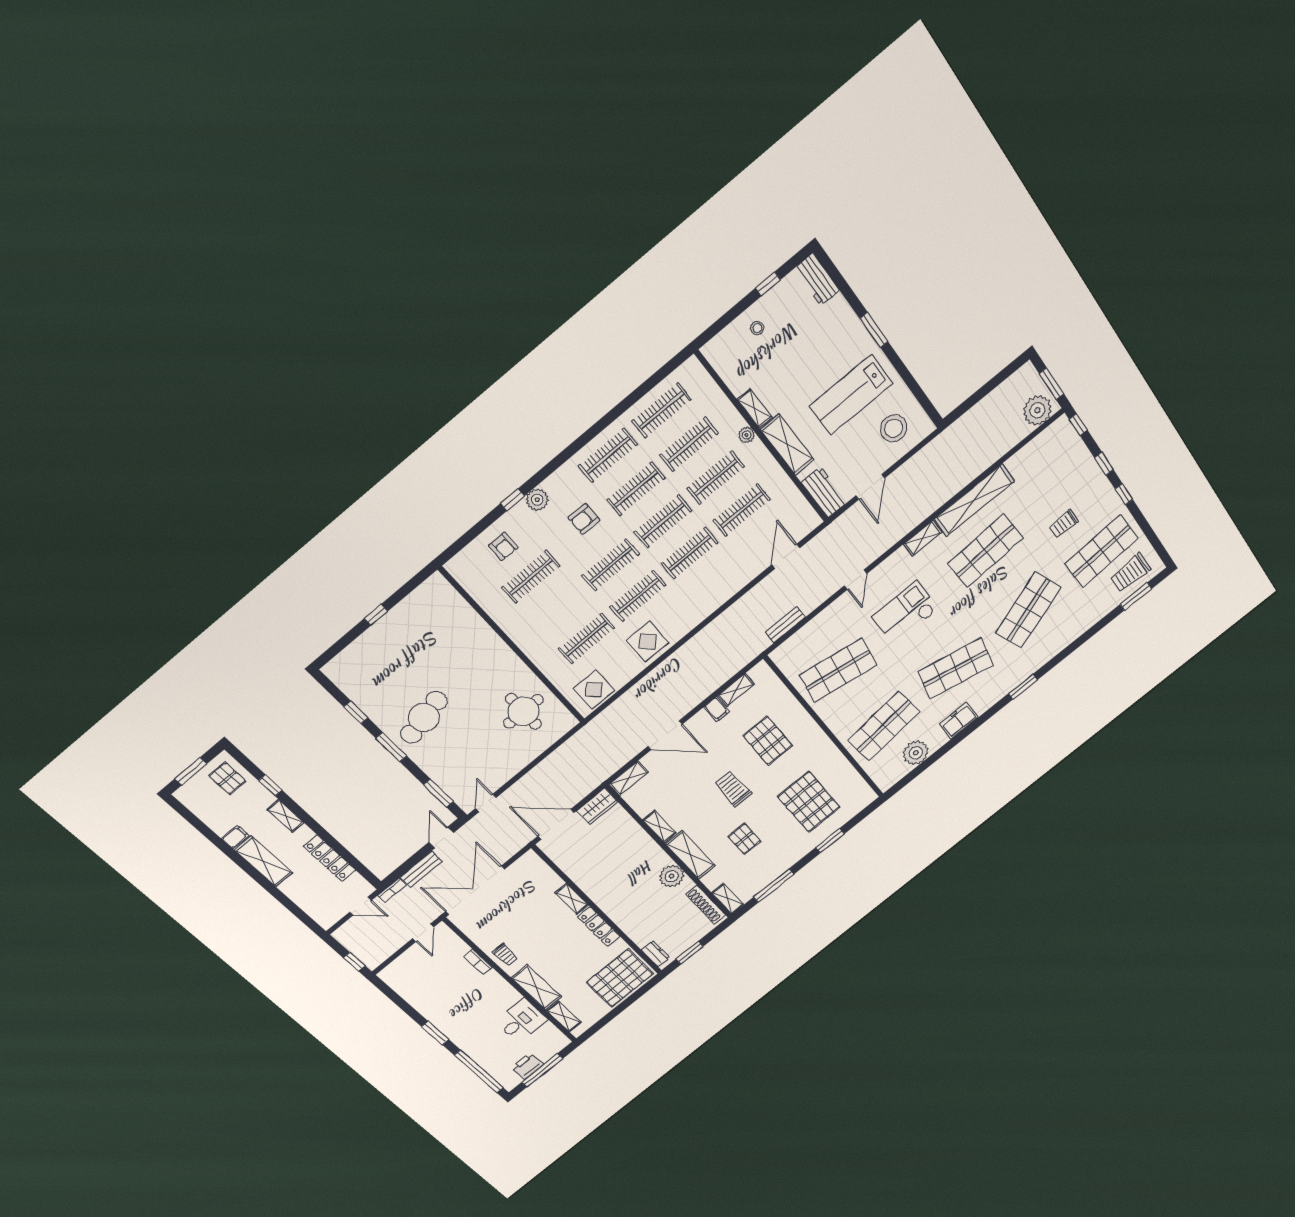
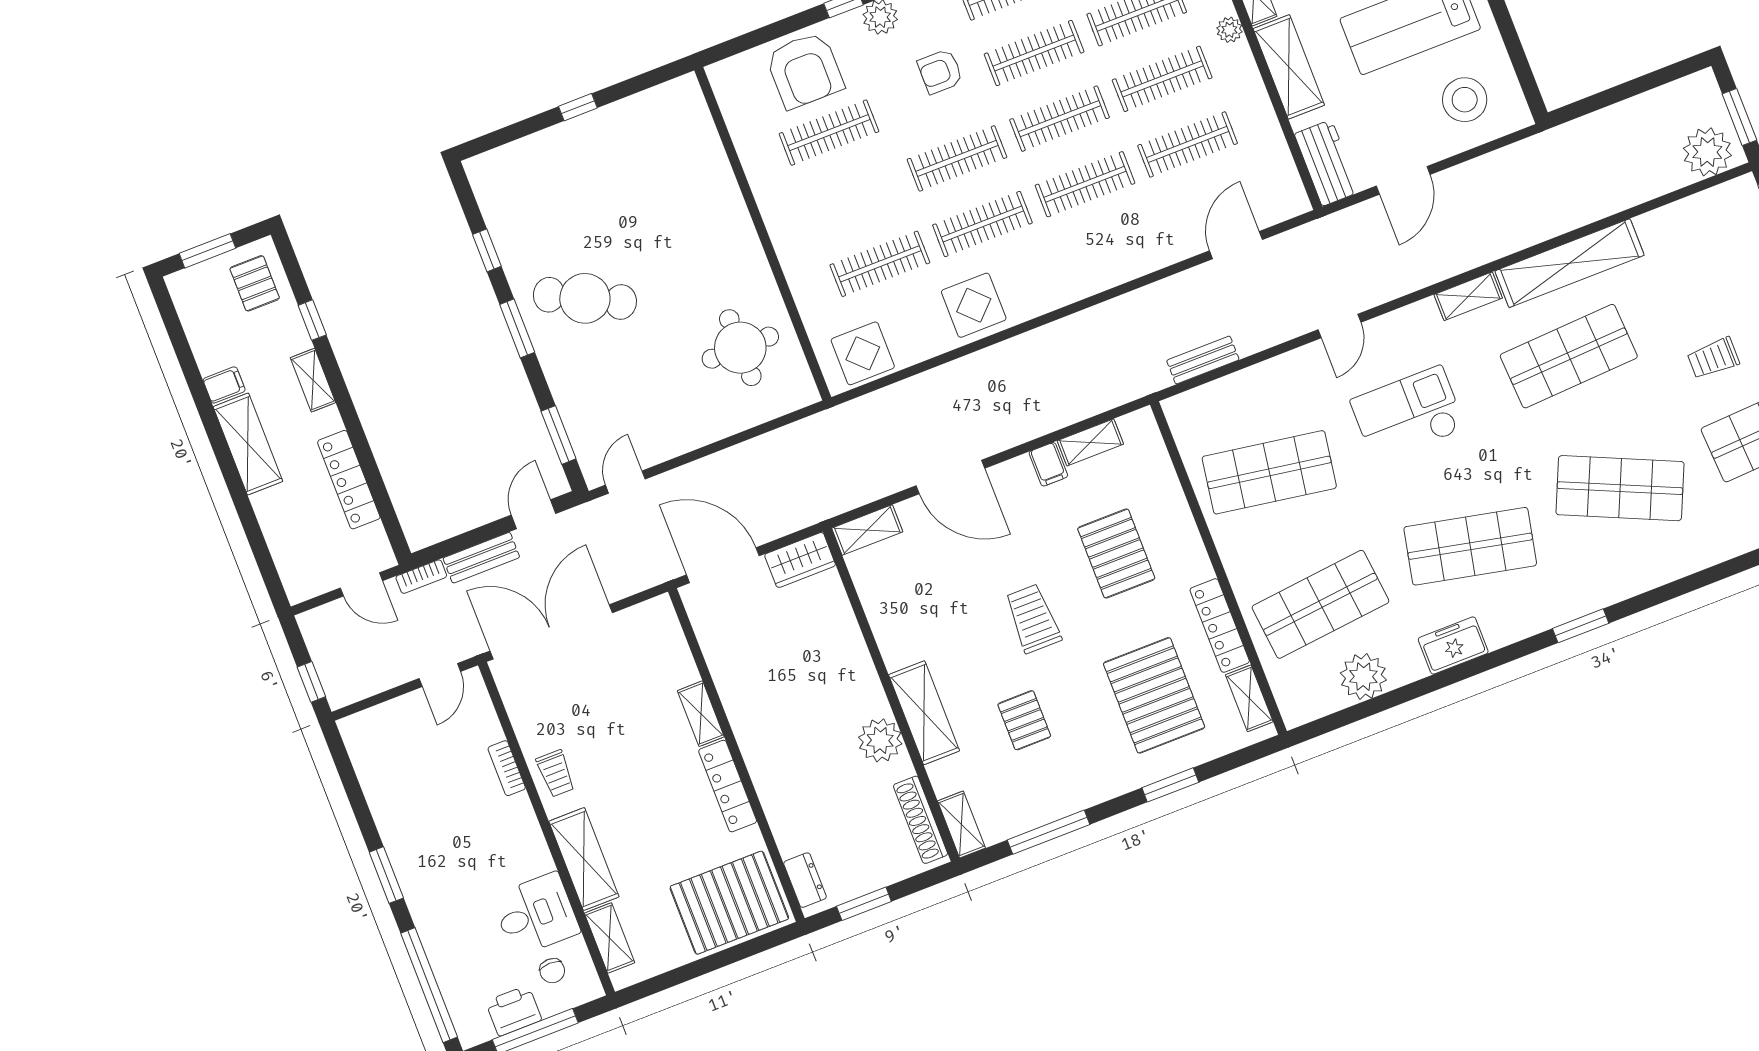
armchair: (503, 546) -> (805, 70), width x1.88, depth x1.88
shop shelf: (1028, 610) -> (1620, 488), turned 45
cafe table: (424, 717) -> (585, 298), turned 40
locker: (834, 756) -> (1220, 625), added
shelving: (660, 827) -> (1249, 698), moved
chair: (540, 1042) -> (552, 971), added

